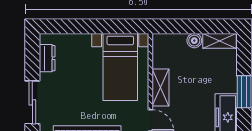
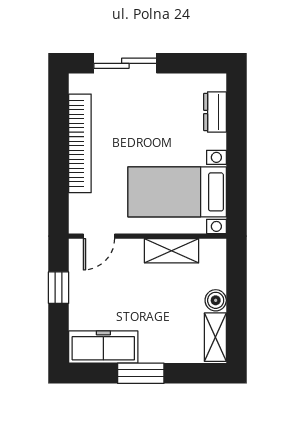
dresser: (47, 58) -> (215, 112), moved, turned 90
shelving: (160, 88) -> (172, 251), moved

